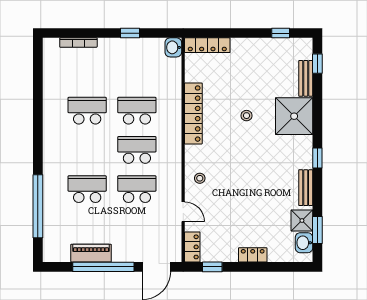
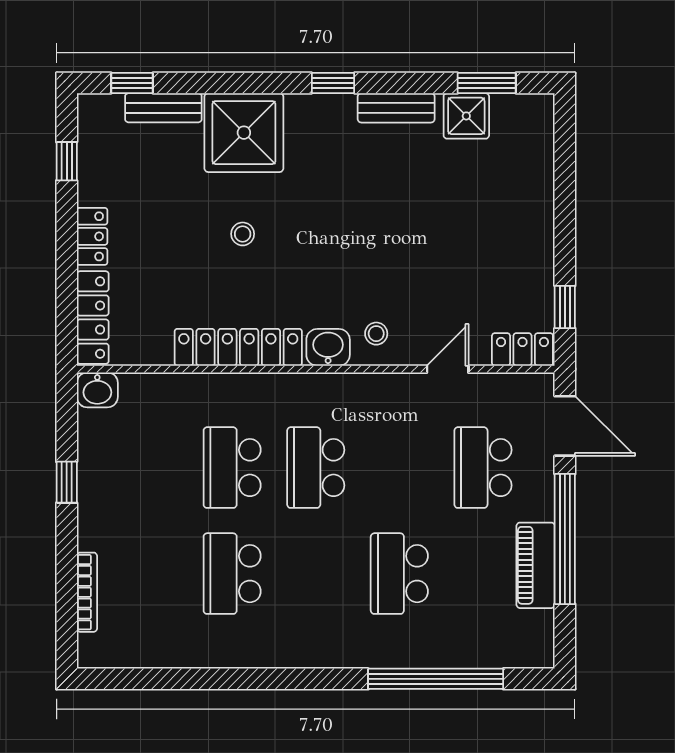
school desk: (137, 189) -> (483, 468), moved
washbasin: (304, 243) -> (328, 347), moved, turned 180
locker: (253, 255) -> (92, 236), moved, turned 180

